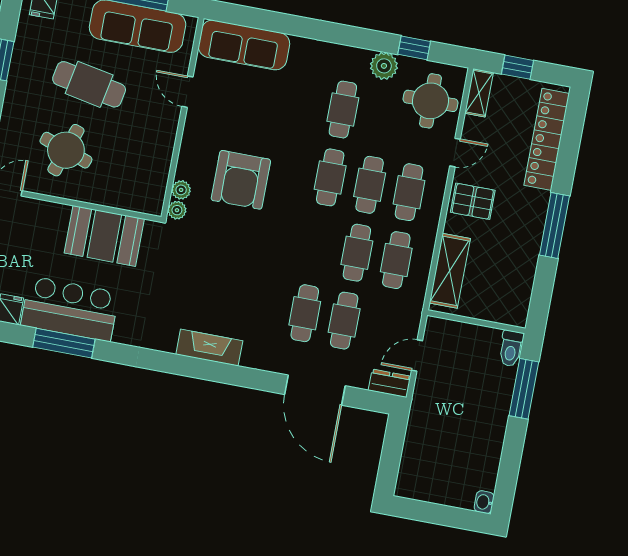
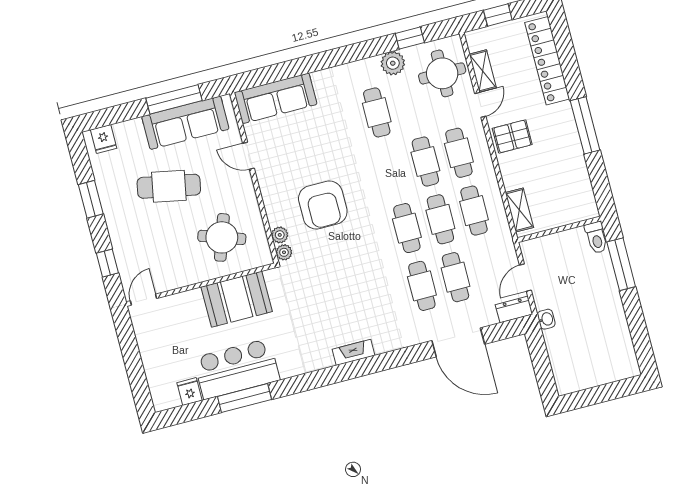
shelving: (479, 93) -> (483, 71), moved
round table: (66, 150) -> (222, 237), moved
cafe table: (330, 177) -> (407, 228), moved
shelving: (450, 271) -> (519, 210), width x0.67, depth x0.75
fireplace: (209, 348) -> (353, 352), width x0.73, depth x0.76
washbasin: (484, 502) -> (546, 319), moved, turned 180

